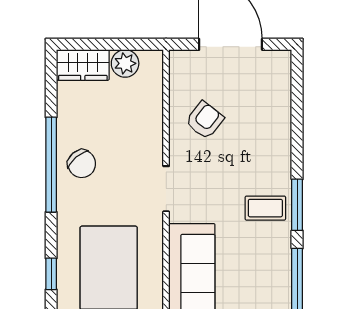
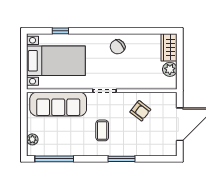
window: (51, 165) -> (117, 31), removed
window: (297, 205) -> (122, 159), moved
coffee table: (265, 208) -> (102, 130), moved

